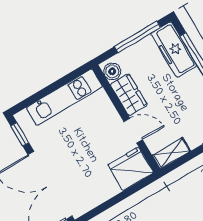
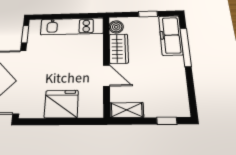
window: (137, 37) -> (148, 14), width x0.46
fridge: (131, 169) -> (61, 104), moved

